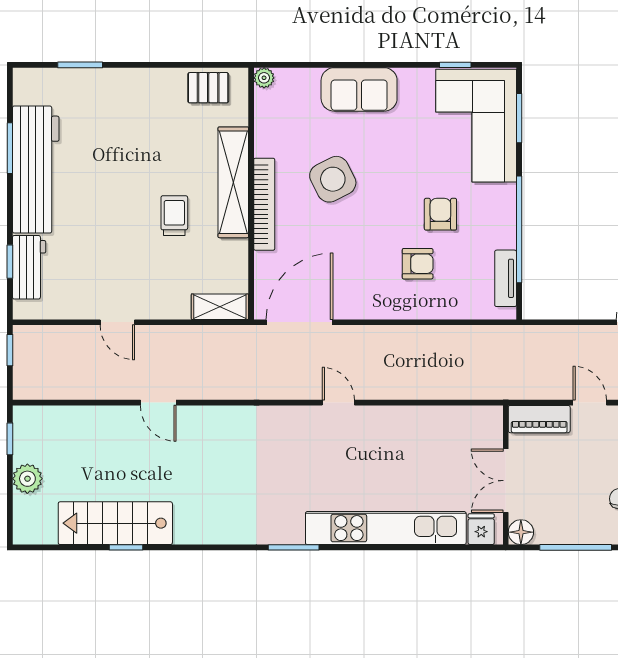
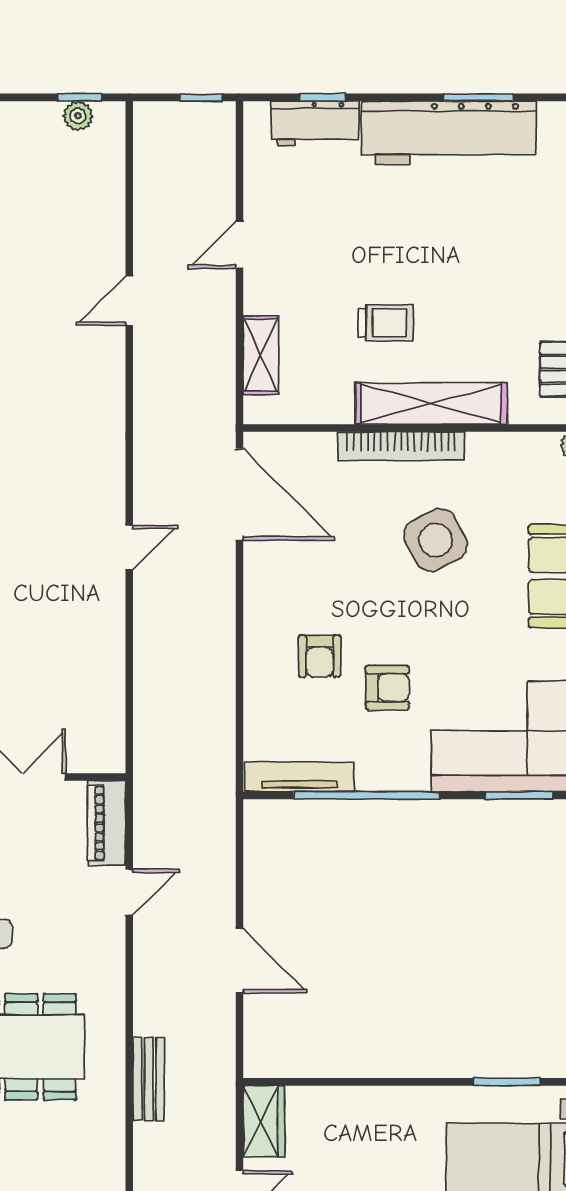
tv unit: (506, 278) -> (300, 777), width x1.41
shelving: (220, 307) -> (261, 355), moved
plant: (27, 479) -> (78, 116), moved, width x0.73, depth x0.73

